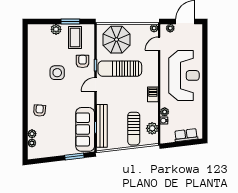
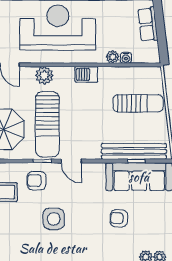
armchair: (40, 111) -> (119, 218), moved
plant: (152, 128) -> (44, 75), moved

